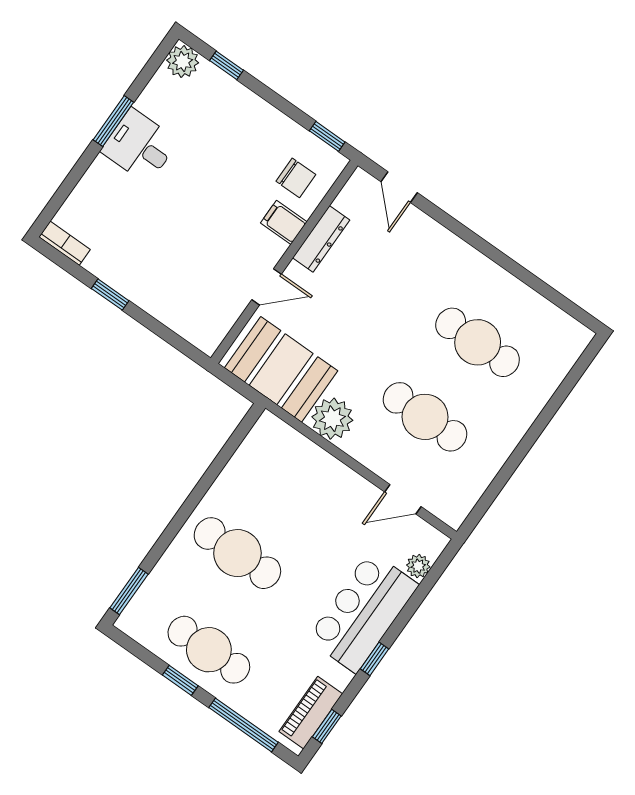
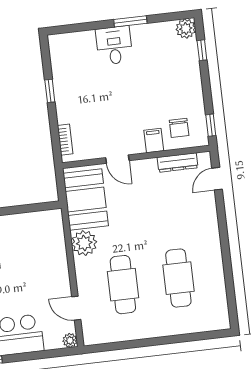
desk: (140, 146) -> (114, 45), moved
dresser: (321, 239) -> (178, 162), moved
bookcase: (65, 243) -> (65, 140), moved
plant: (418, 566) -> (70, 340), moved

